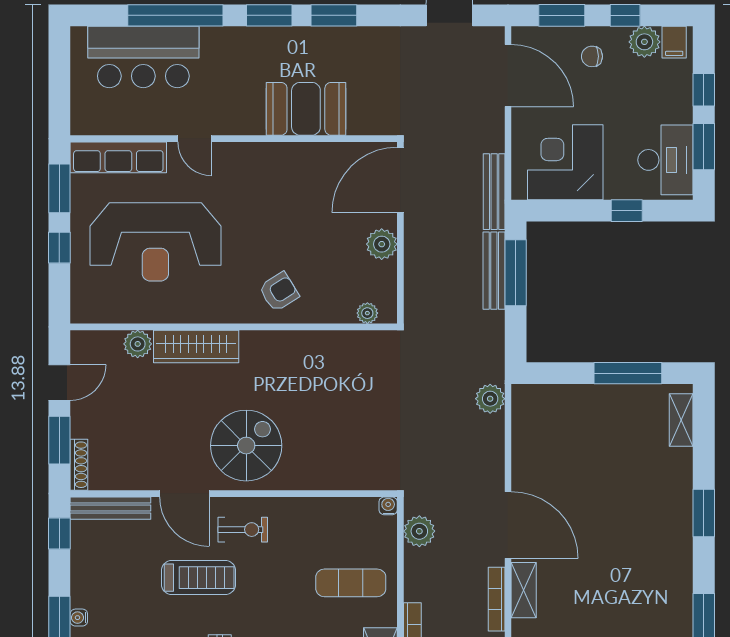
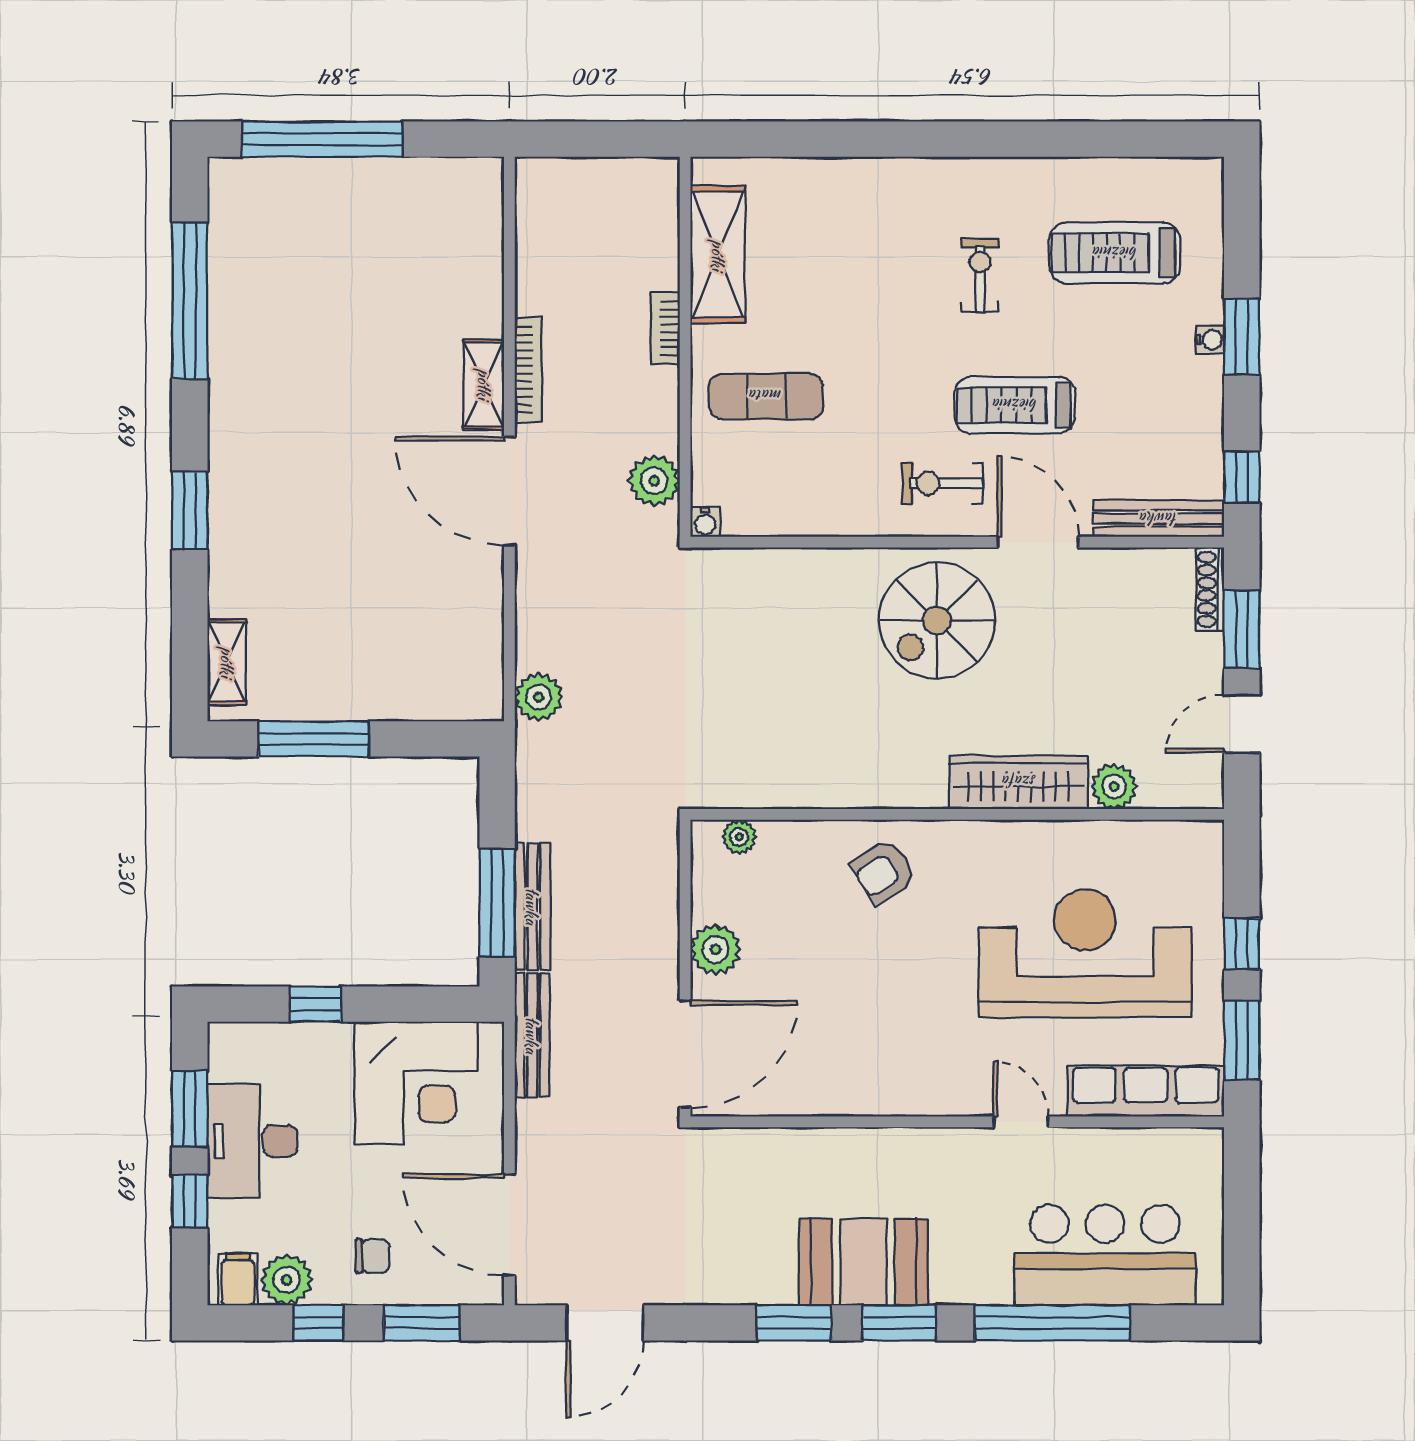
booth: (306, 109) -> (863, 1262), moved
desk: (665, 160) -> (252, 1141), moved

